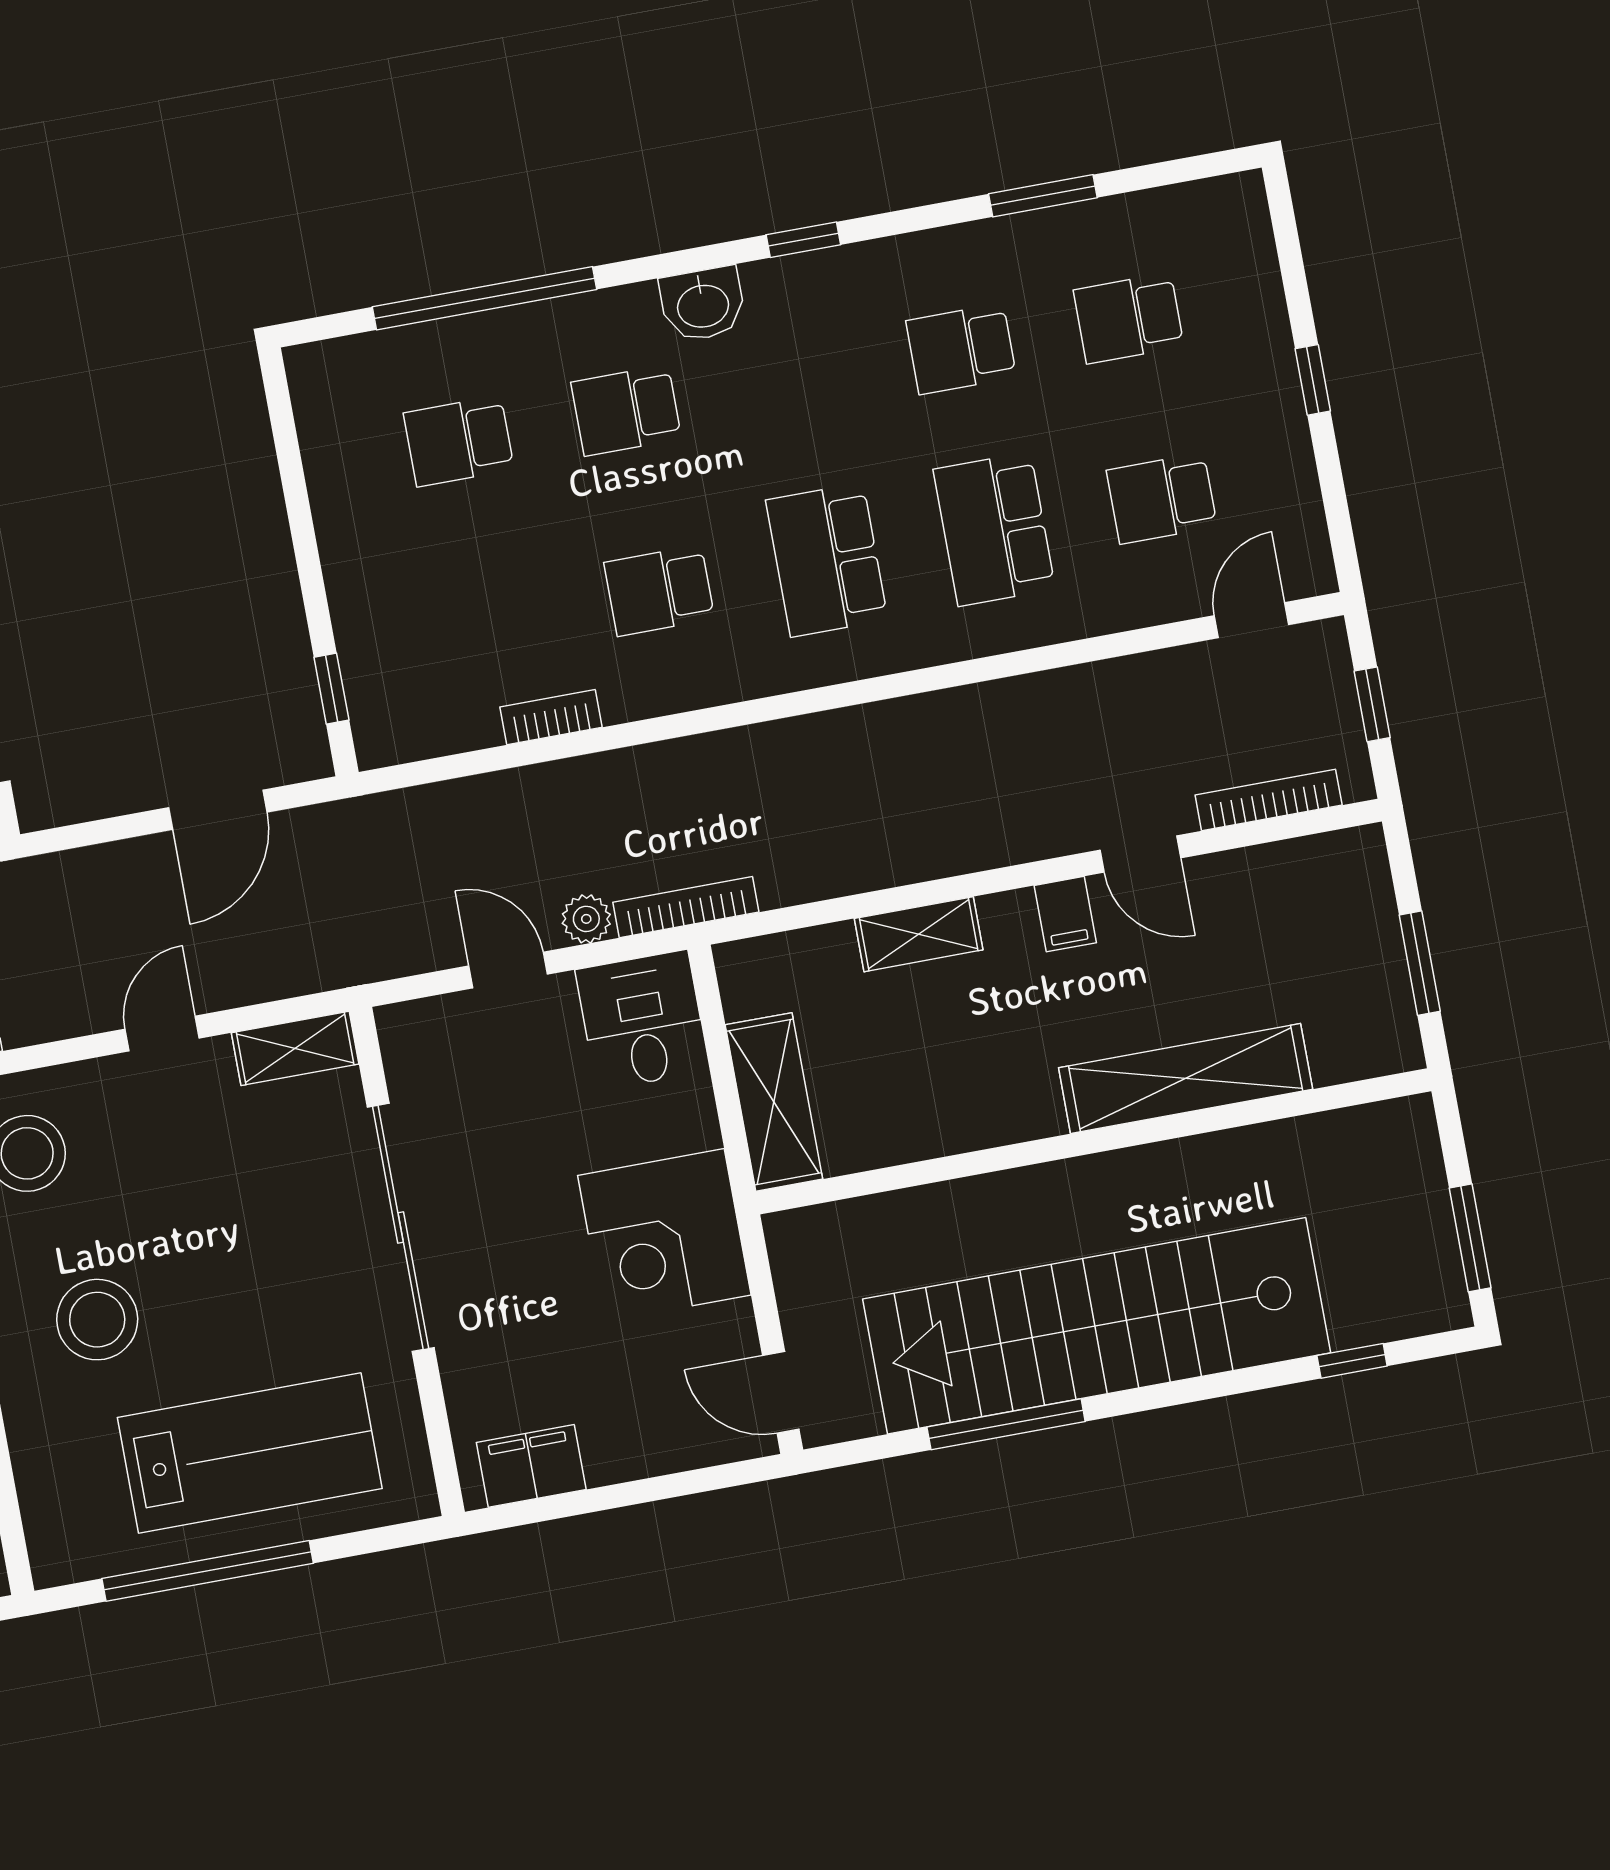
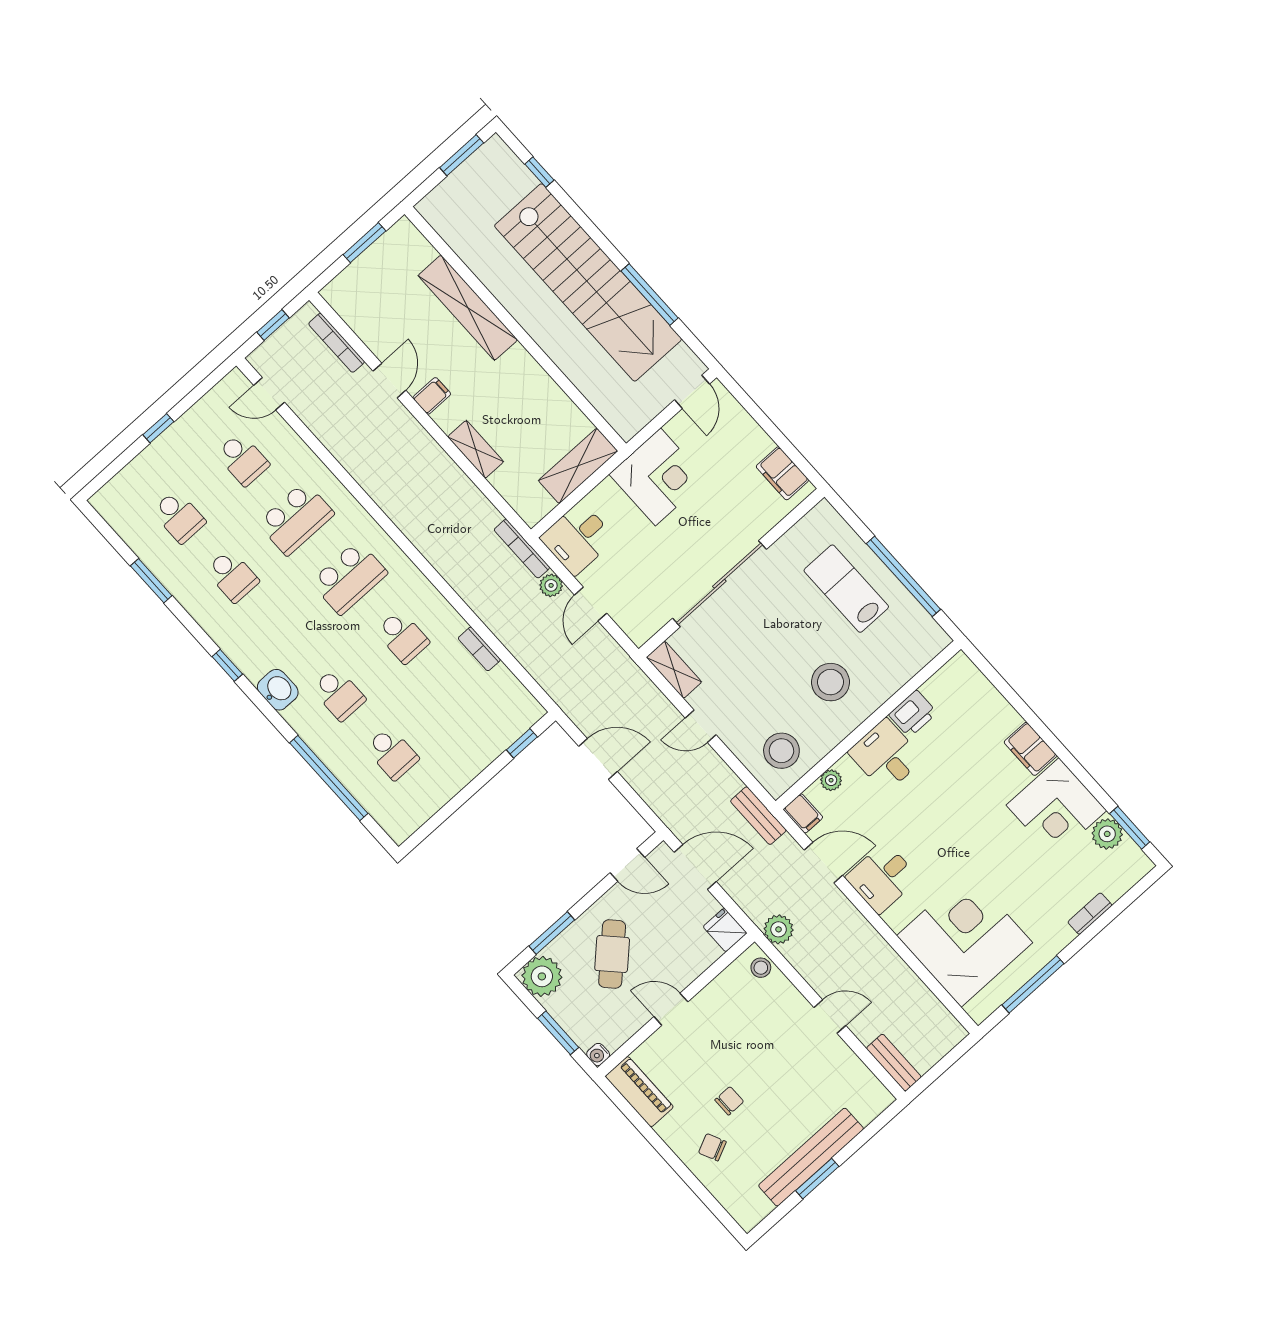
lab bench: (250, 1453) -> (846, 589), width x0.73, depth x0.72

